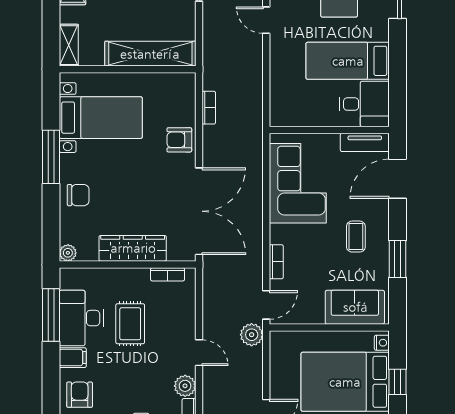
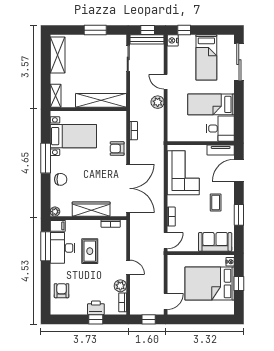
plant: (252, 335) -> (158, 102), moved
filing cabinet: (73, 358) -> (58, 226), moved

